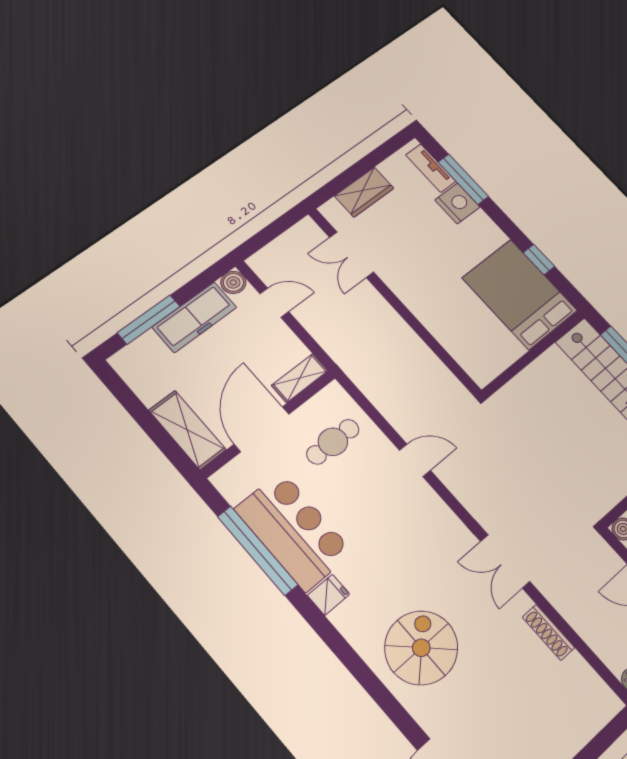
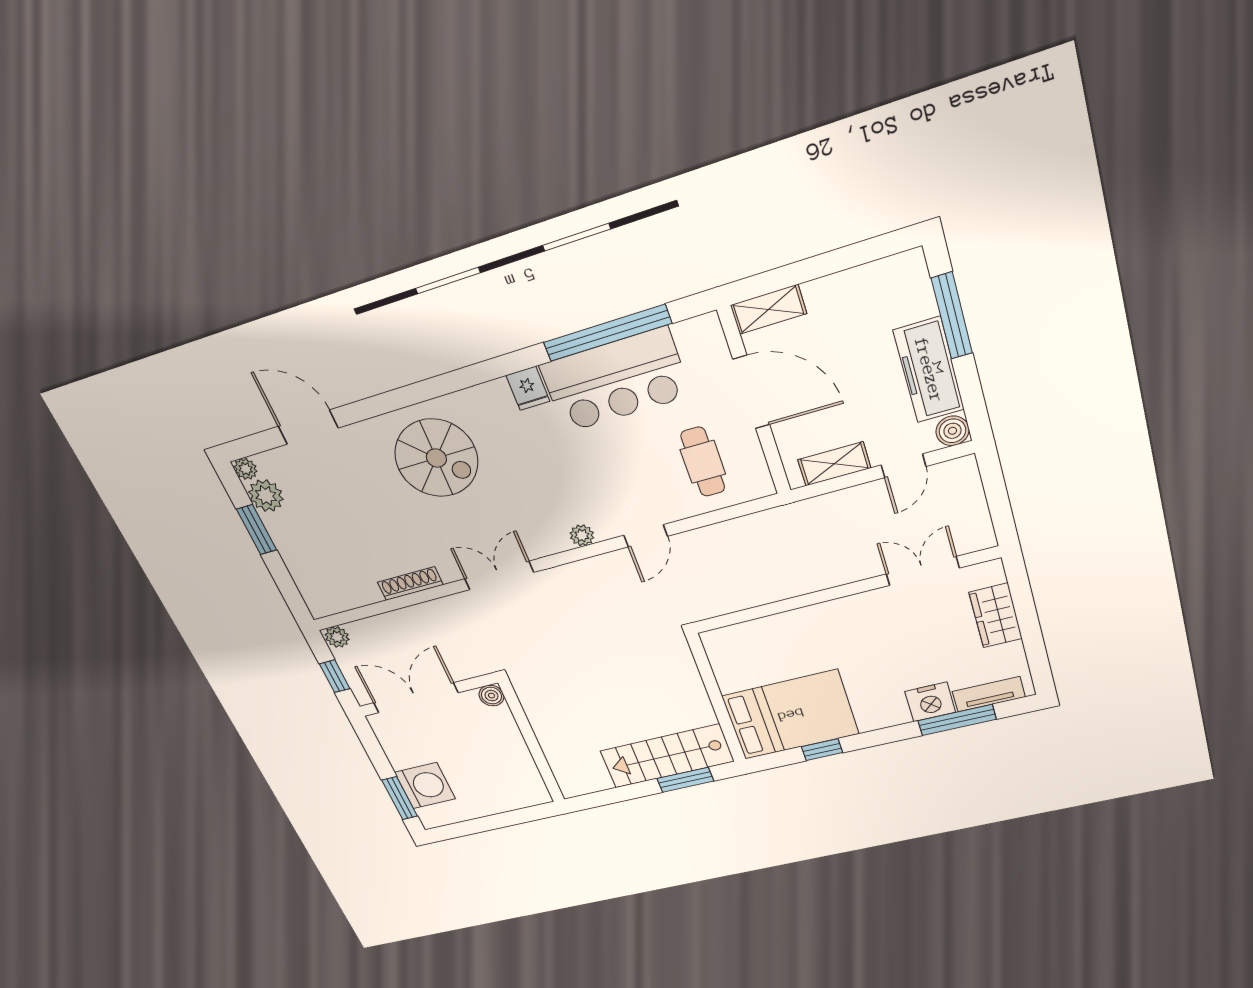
shelving: (300, 378) -> (834, 464), moved, turned 90
shelving: (187, 430) -> (768, 309), width x0.67, depth x0.75
plant: (437, 509) -> (582, 535), added

